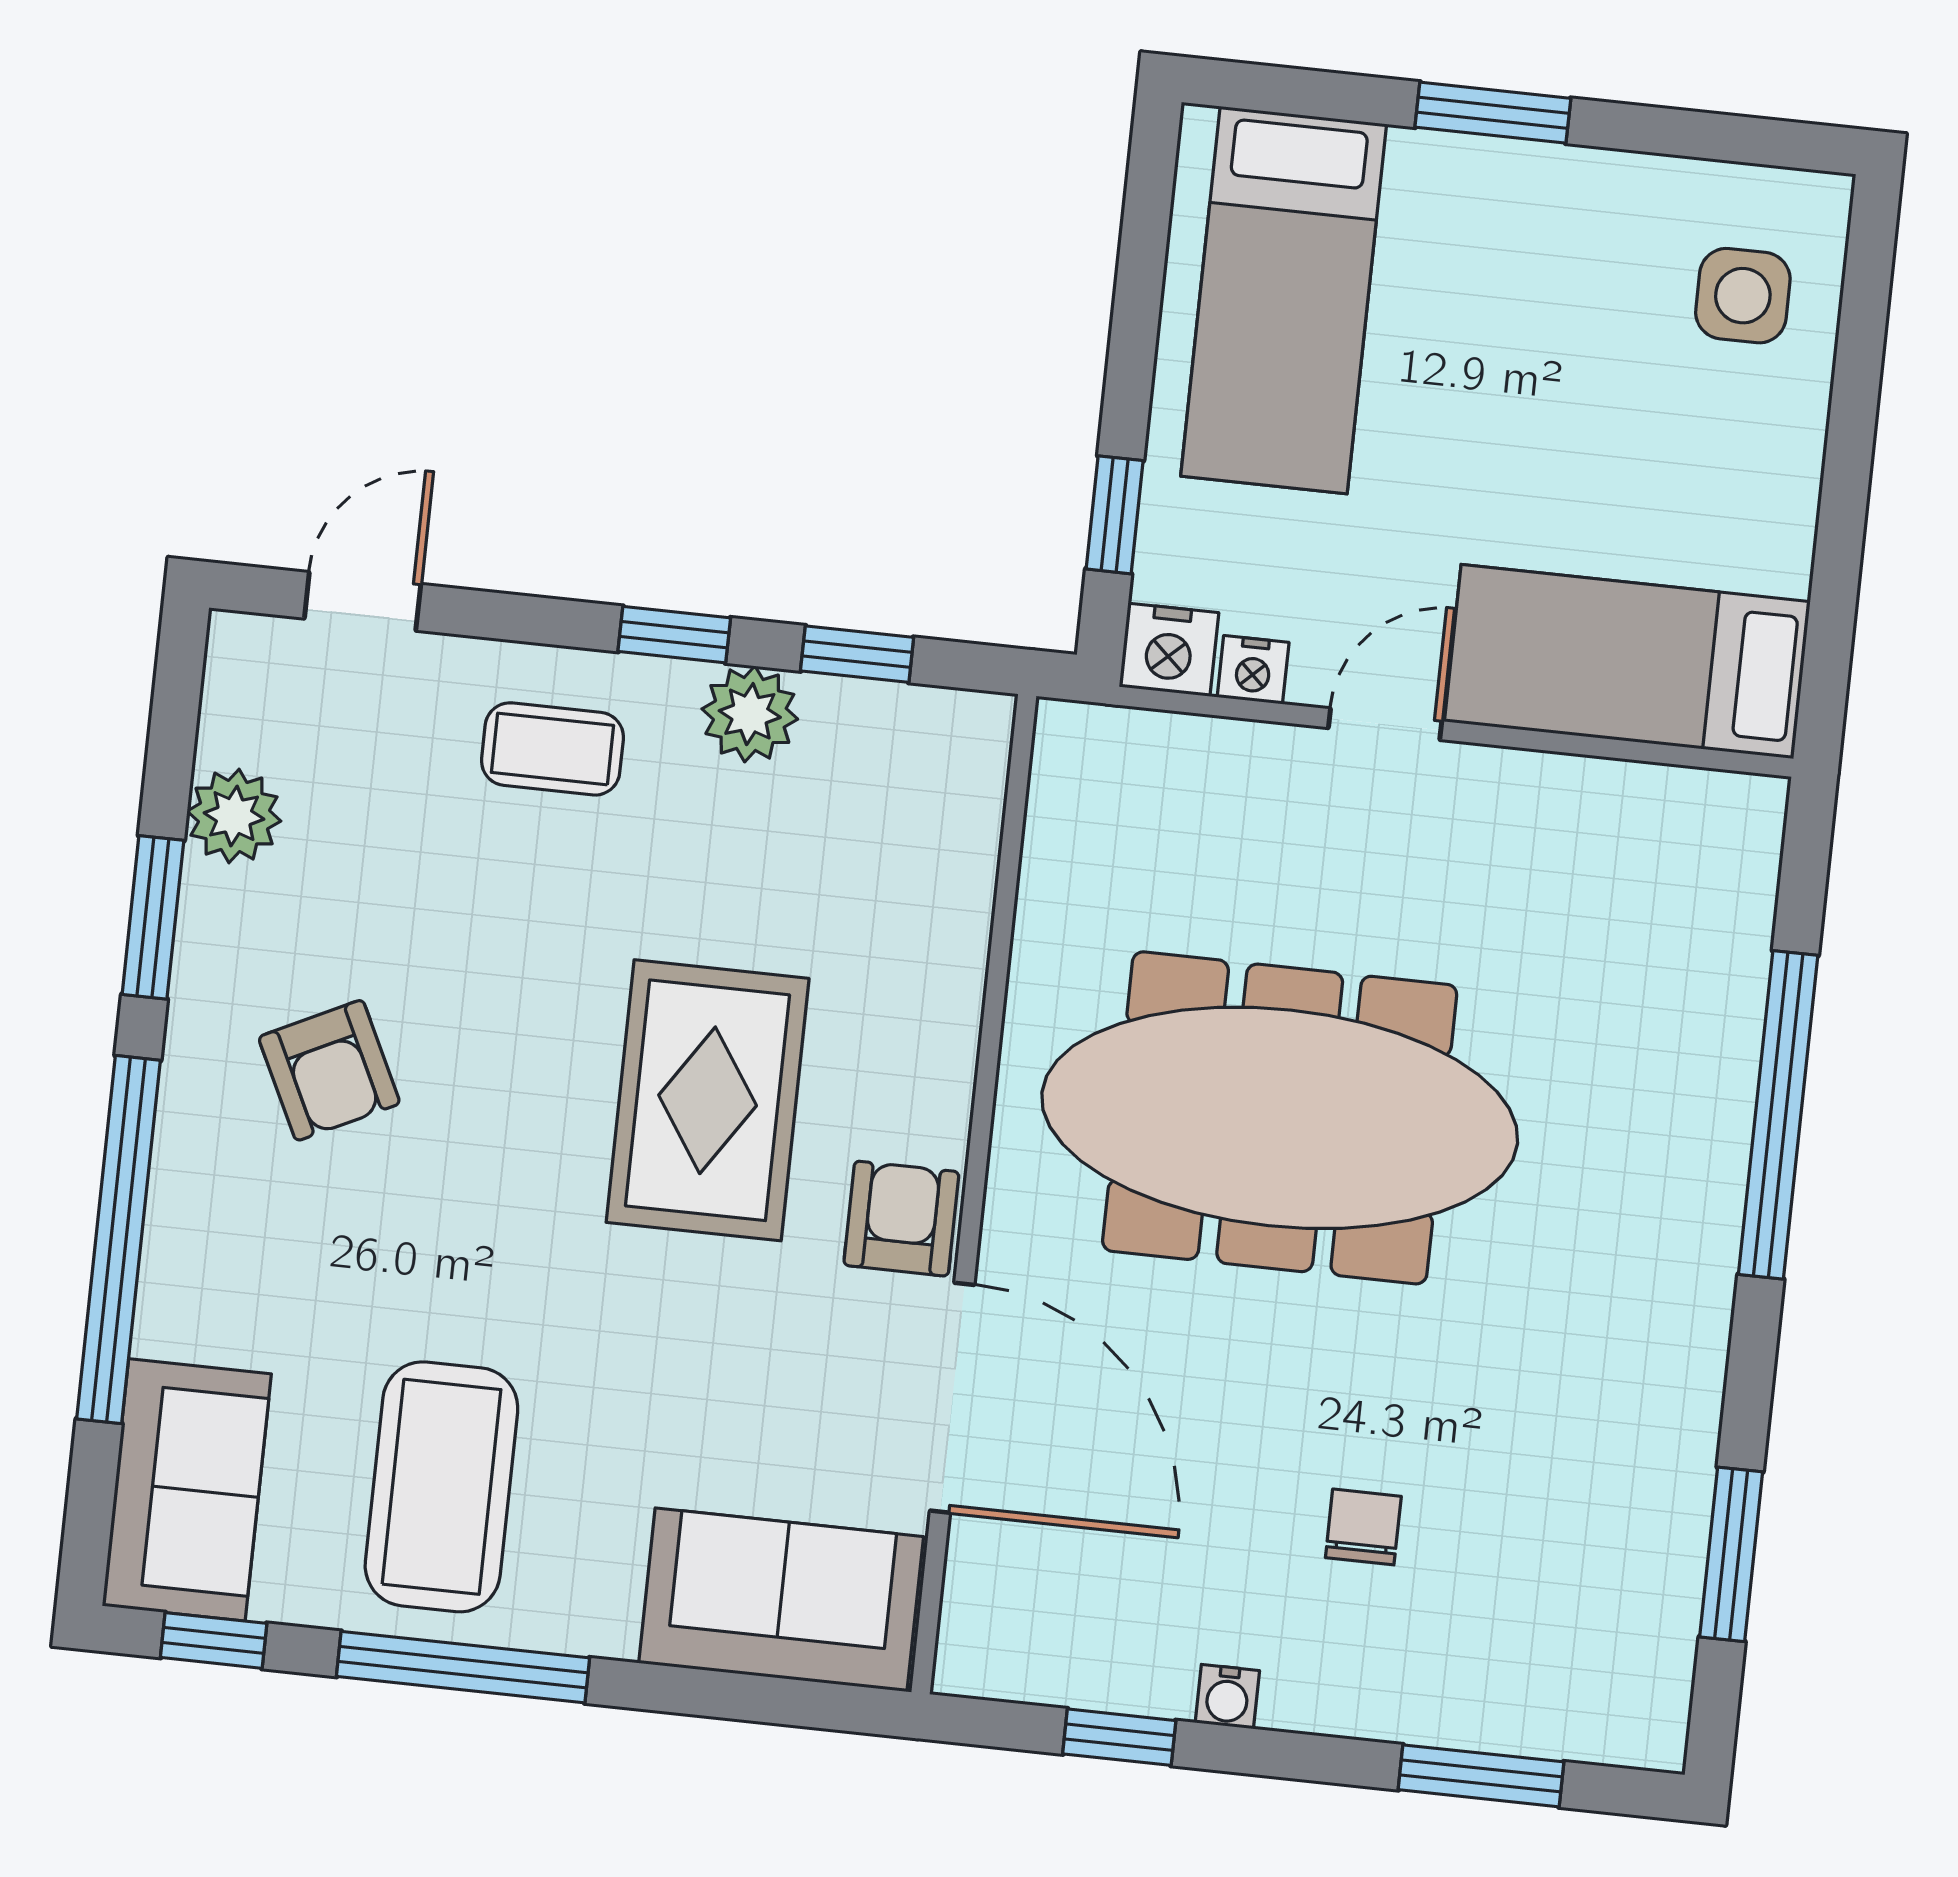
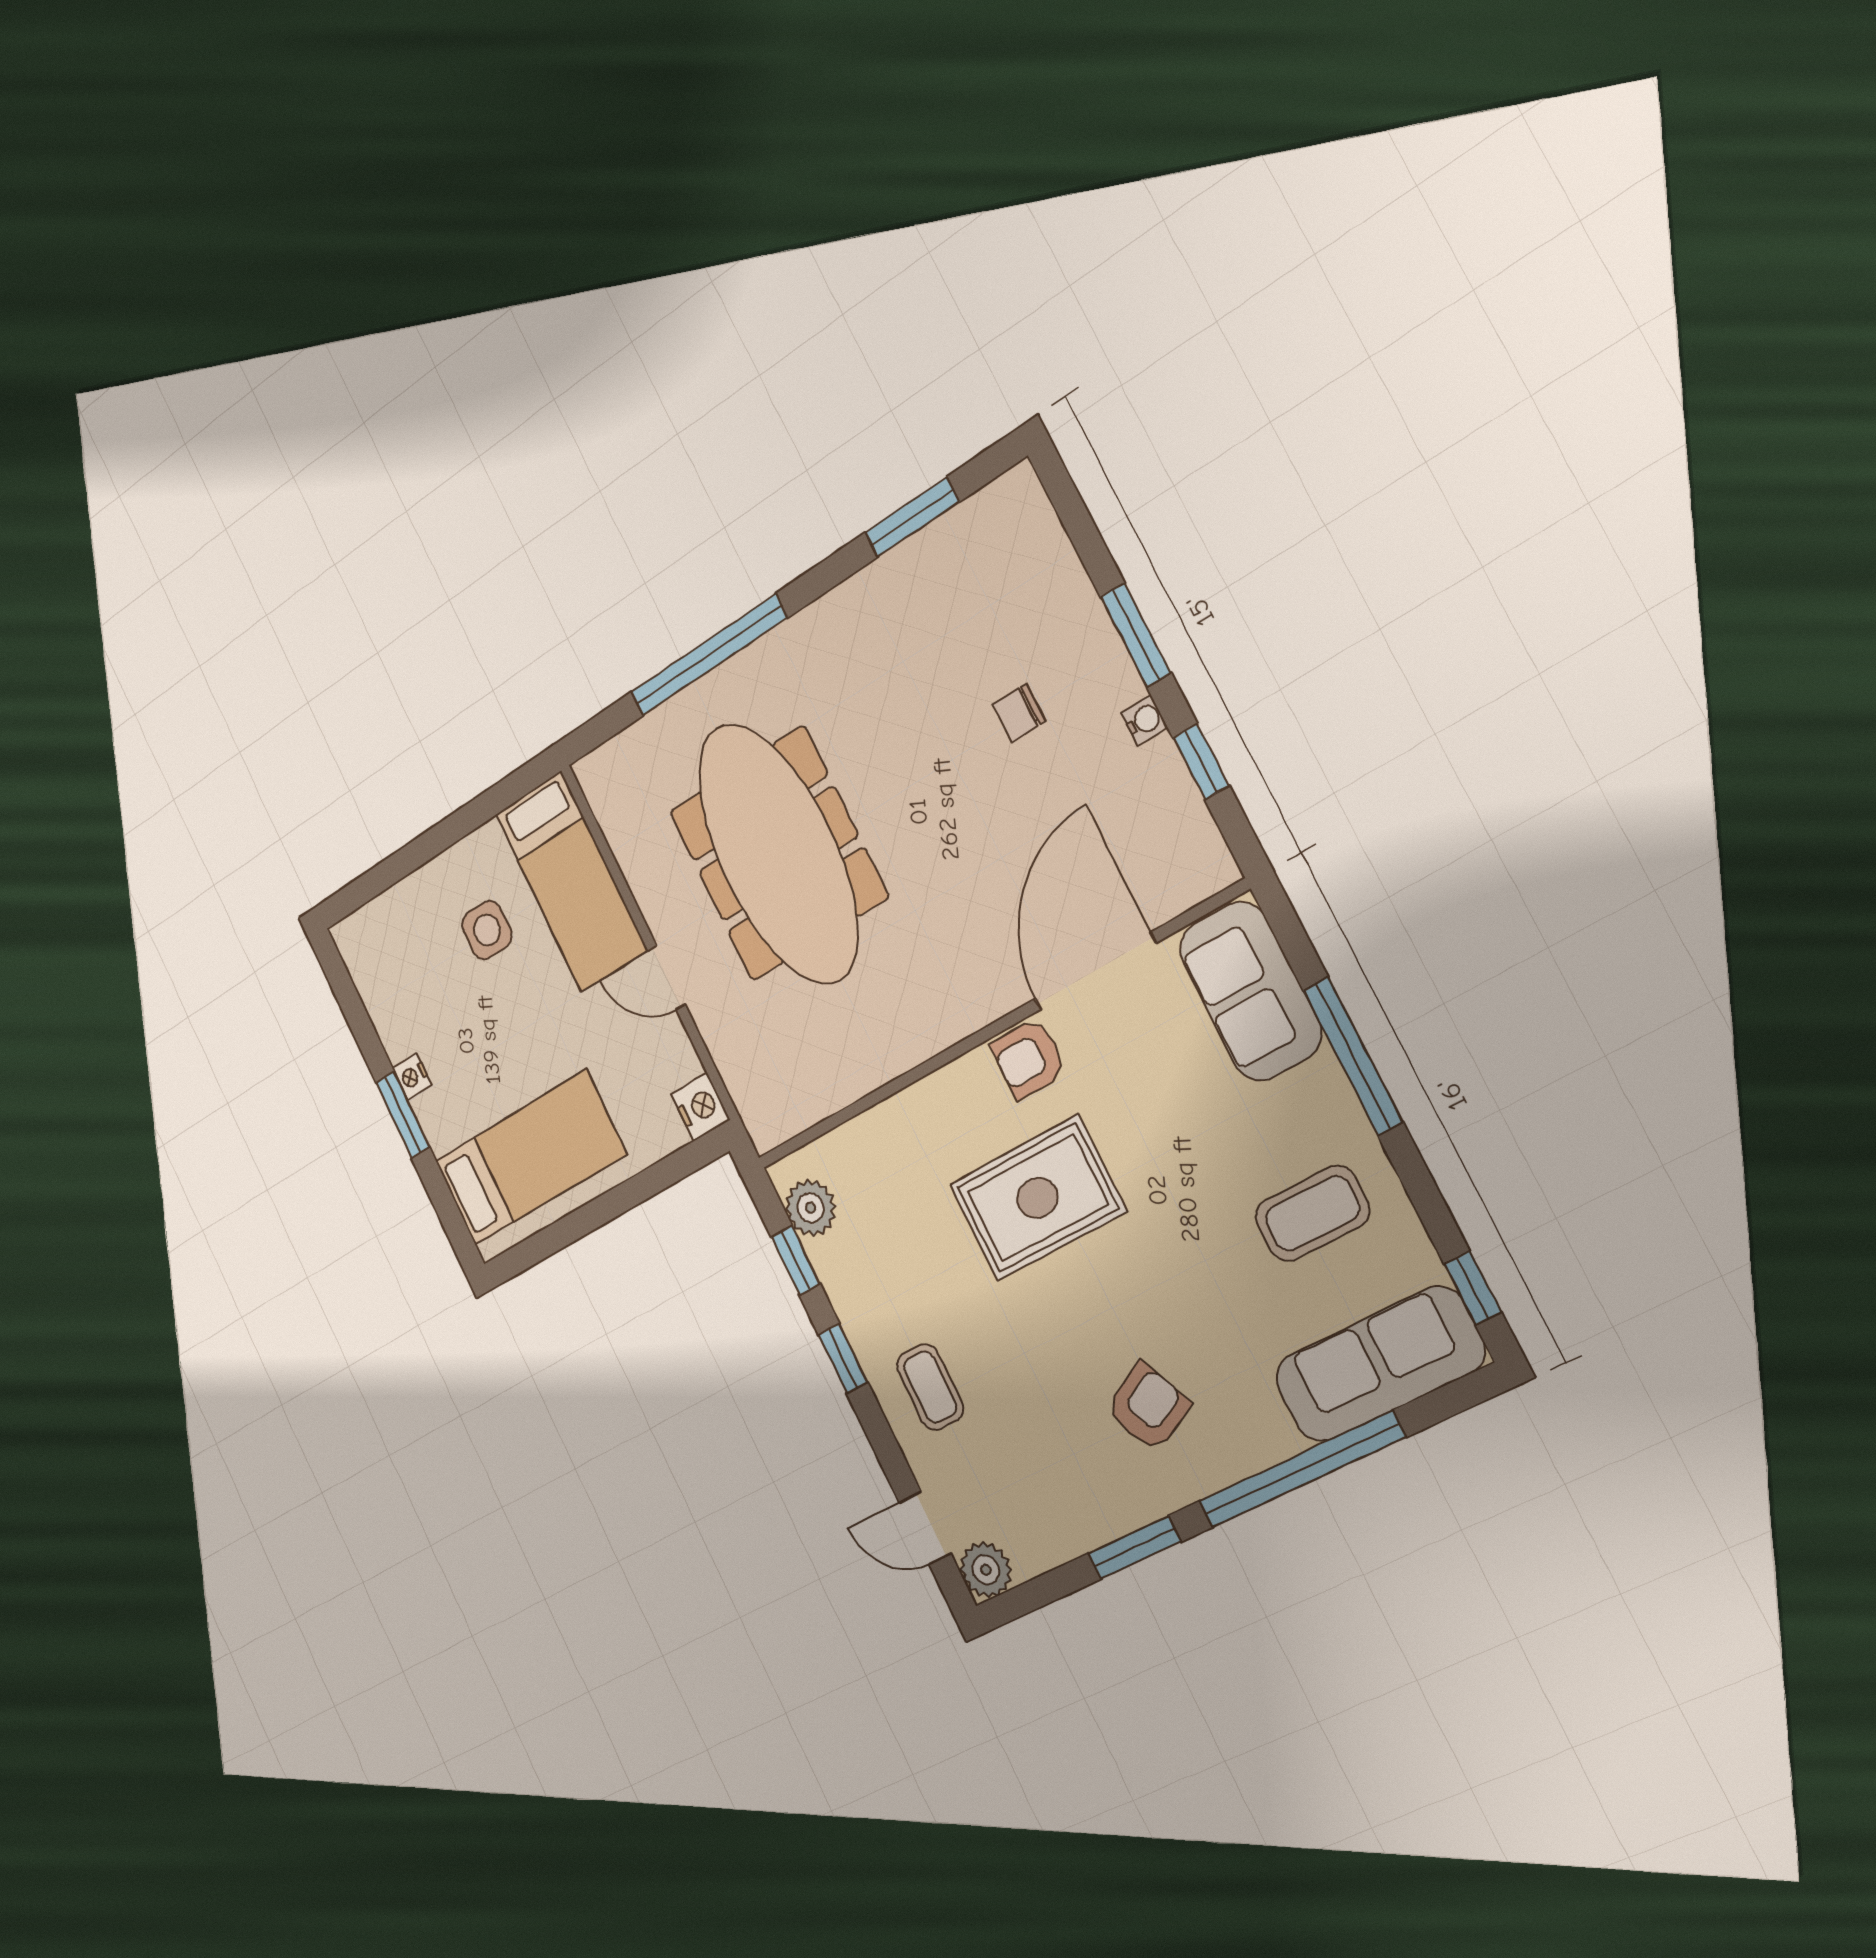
side table: (1743, 296) -> (487, 930), moved
window: (1115, 515) -> (662, 1175), removed
nightstand: (1253, 670) -> (412, 1077), moved, turned 180
plant: (750, 714) -> (811, 1208), moved
plant: (234, 816) -> (986, 1570), moved
meeting table: (1280, 1118) -> (778, 854), moved
coffee table: (441, 1487) -> (1312, 1213), width x0.73, depth x0.76
sofa: (187, 1490) -> (1379, 1364), width x1.36
window: (463, 1667) -> (1353, 1056), moved
window: (1481, 1776) -> (1136, 635), moved

